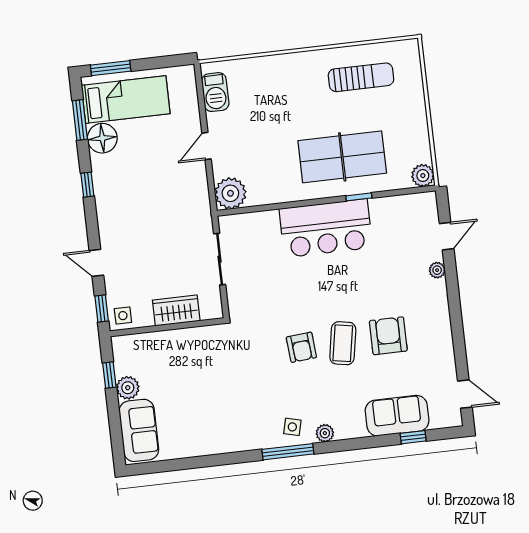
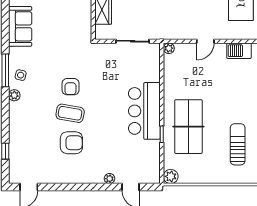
sun lounger: (361, 77) -> (238, 144), turned 180
door: (207, 146) -> (205, 41), swing flipped
plant: (230, 193) -> (169, 48), width x0.53, depth x0.53
armchair: (301, 347) -> (71, 87), turned -85
sofa: (397, 416) -> (20, 26), moved

